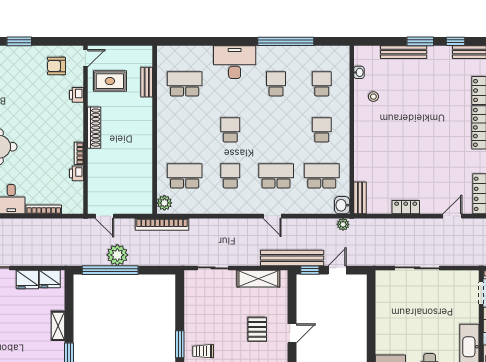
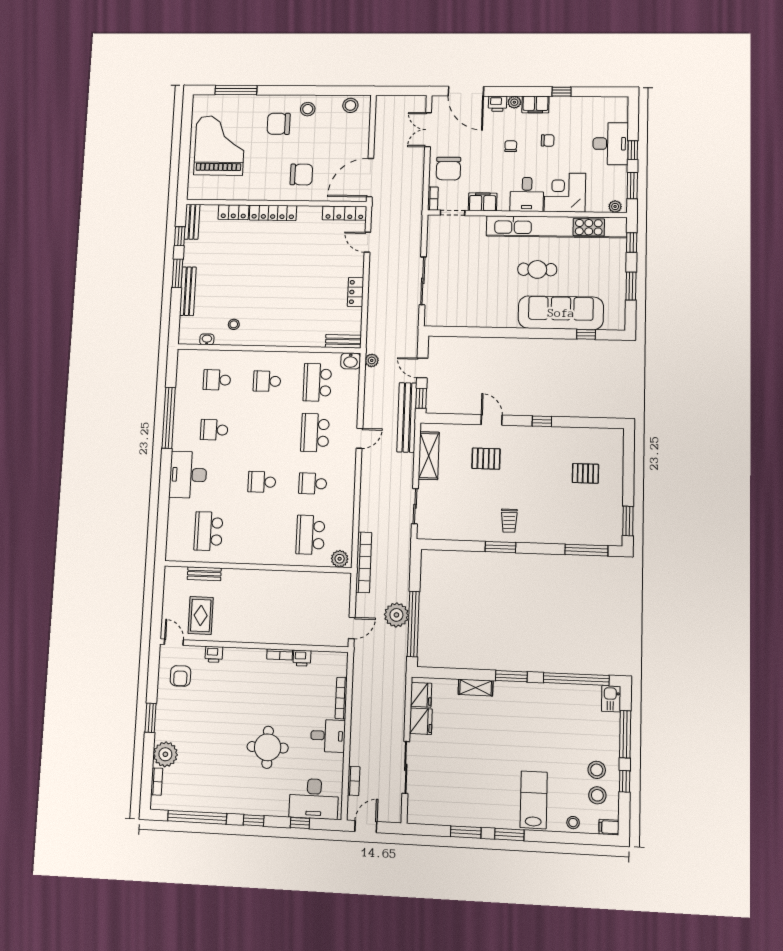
shoe rack: (94, 128) -> (252, 636), removed

